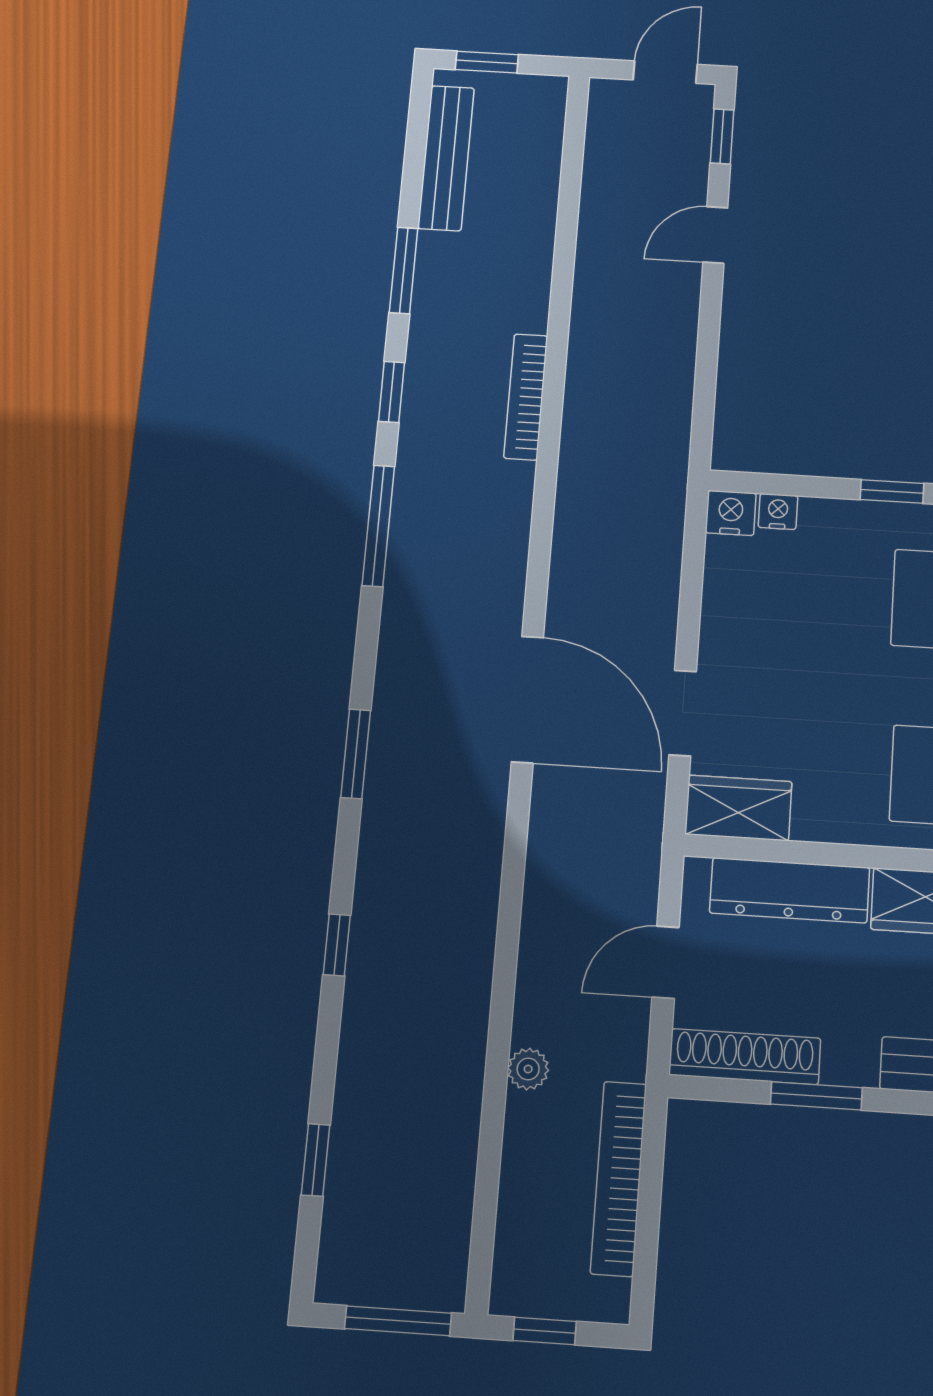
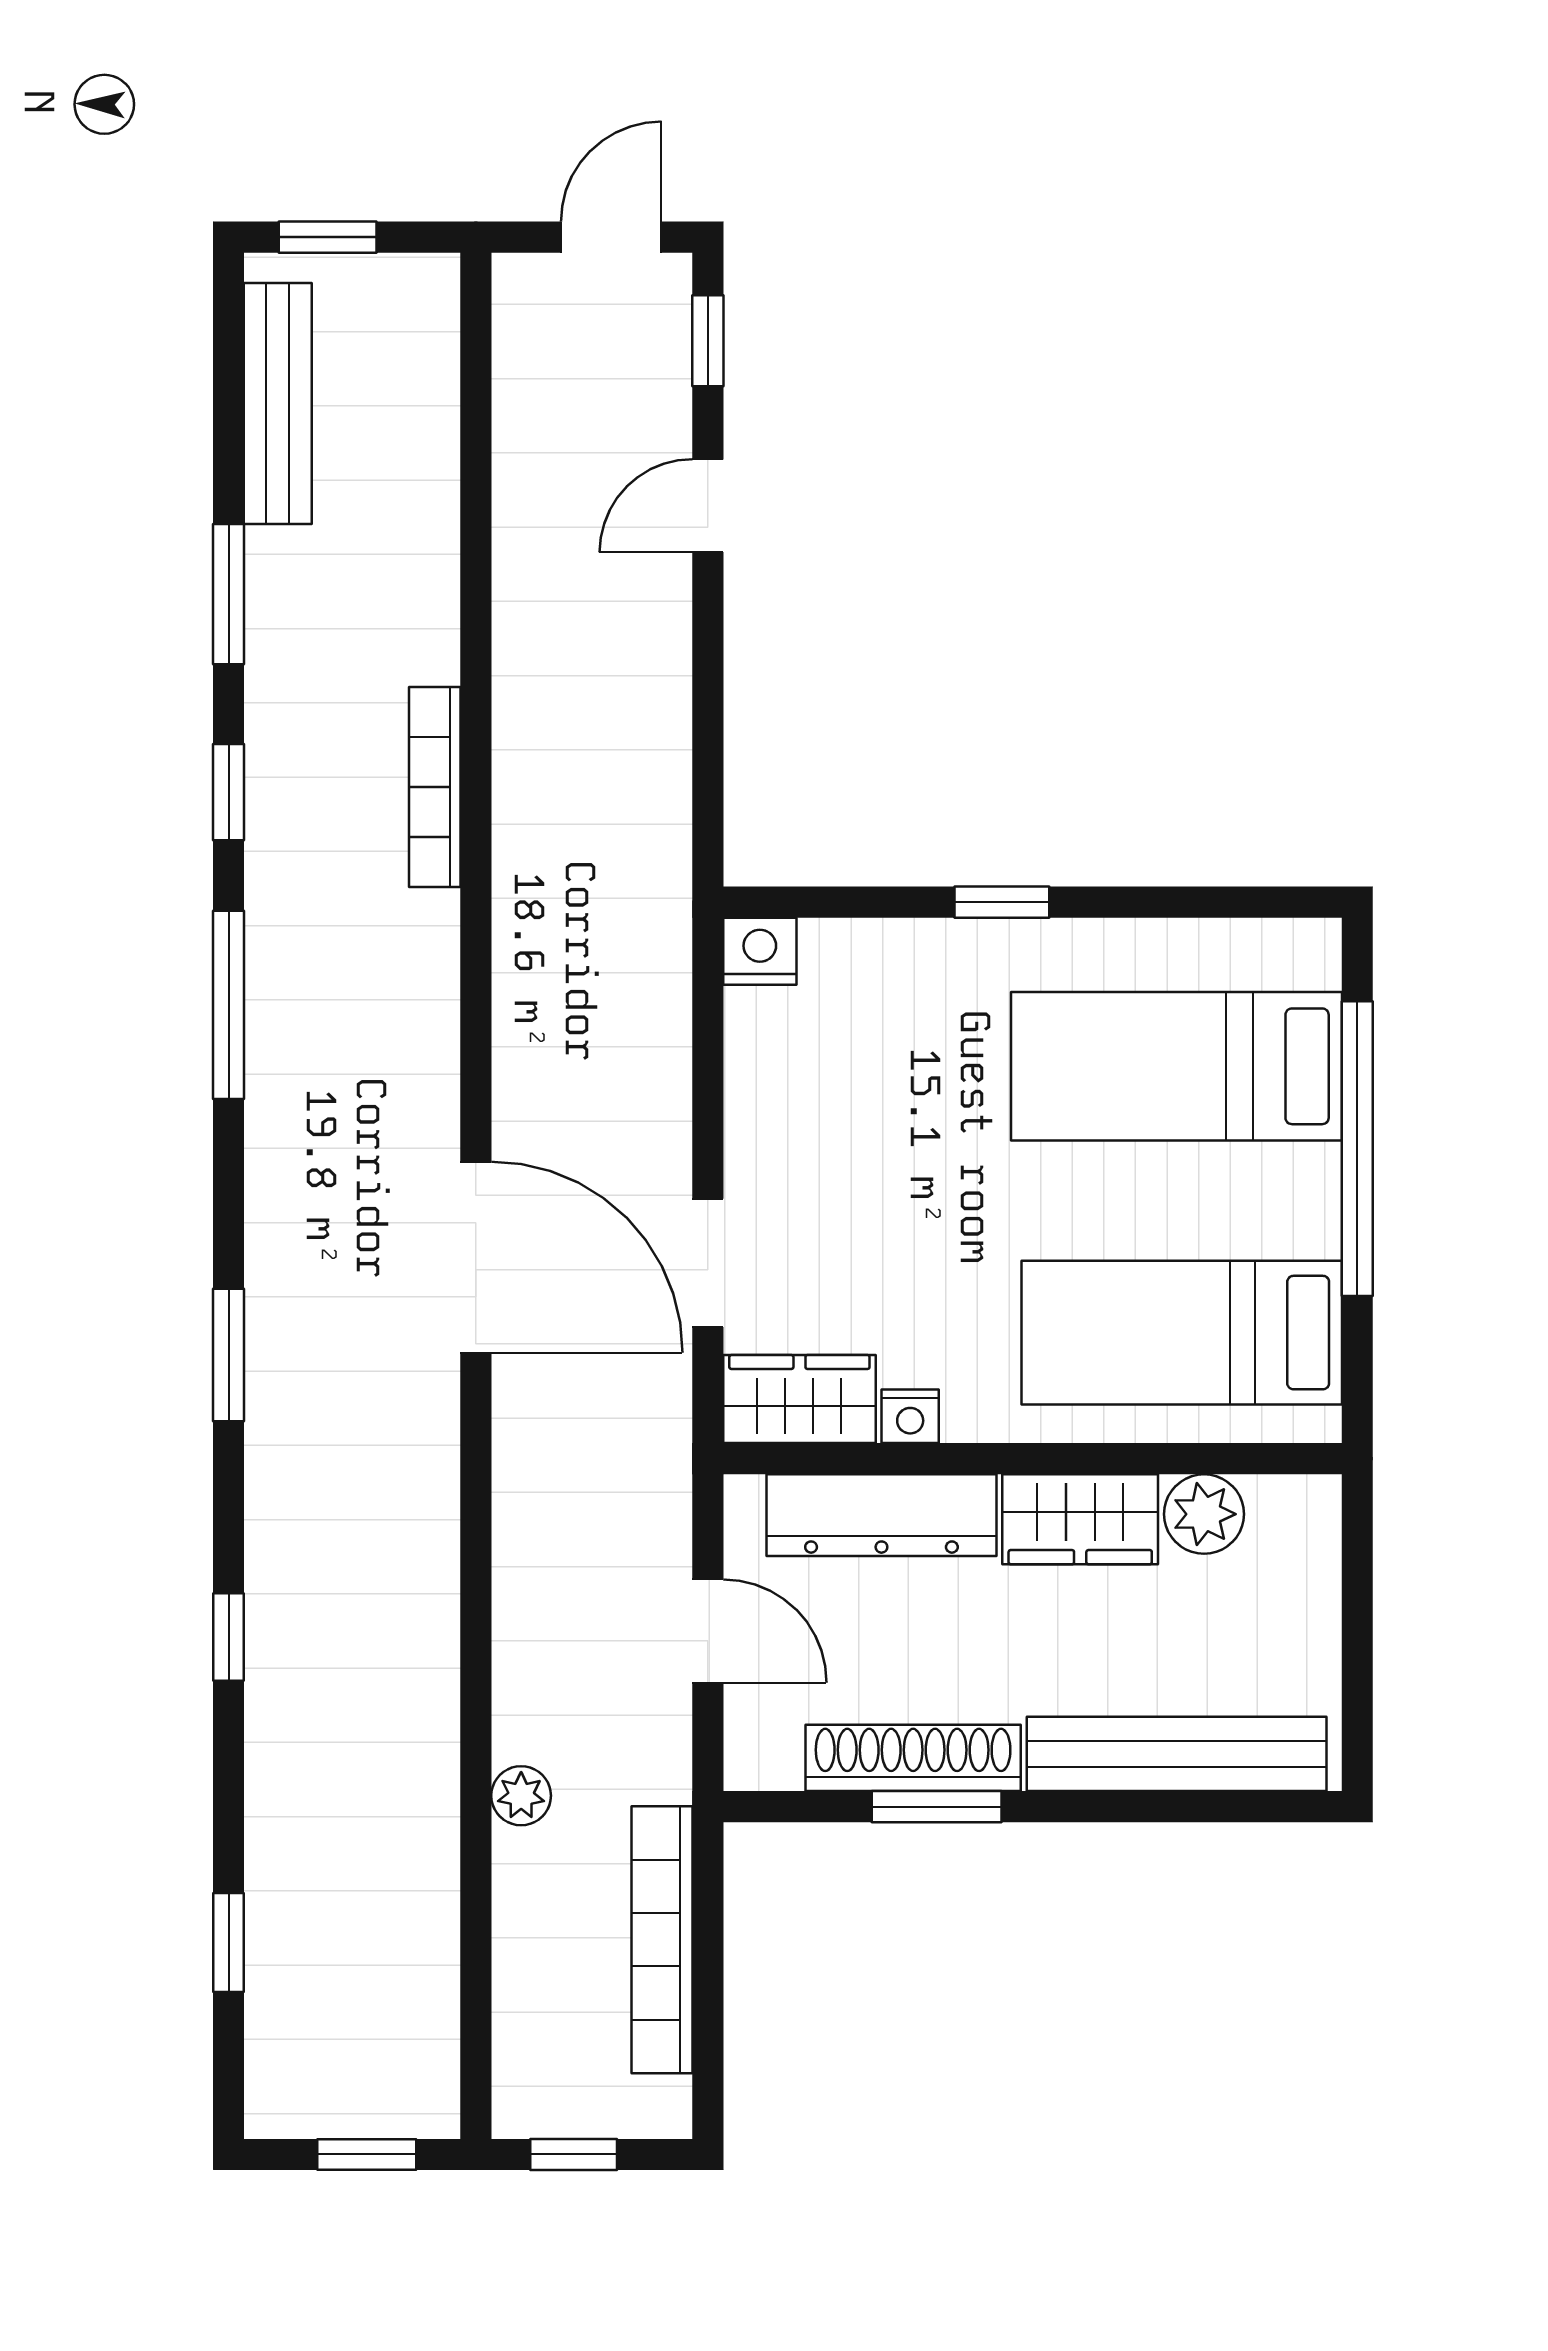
nightstand: (778, 512) -> (910, 1416), moved, turned 180
door: (666, 962) -> (708, 1631), swing flipped
shoe rack: (745, 1057) -> (913, 1758), moved
window: (398, 1321) -> (367, 2154), width x0.67

